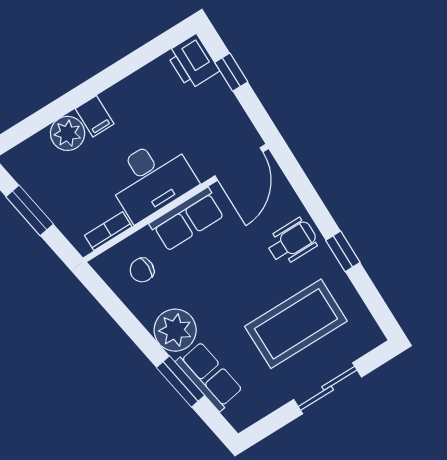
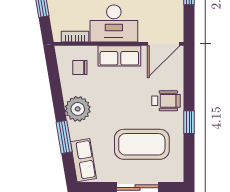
row of seats: (209, 376) -> (83, 160), moved

